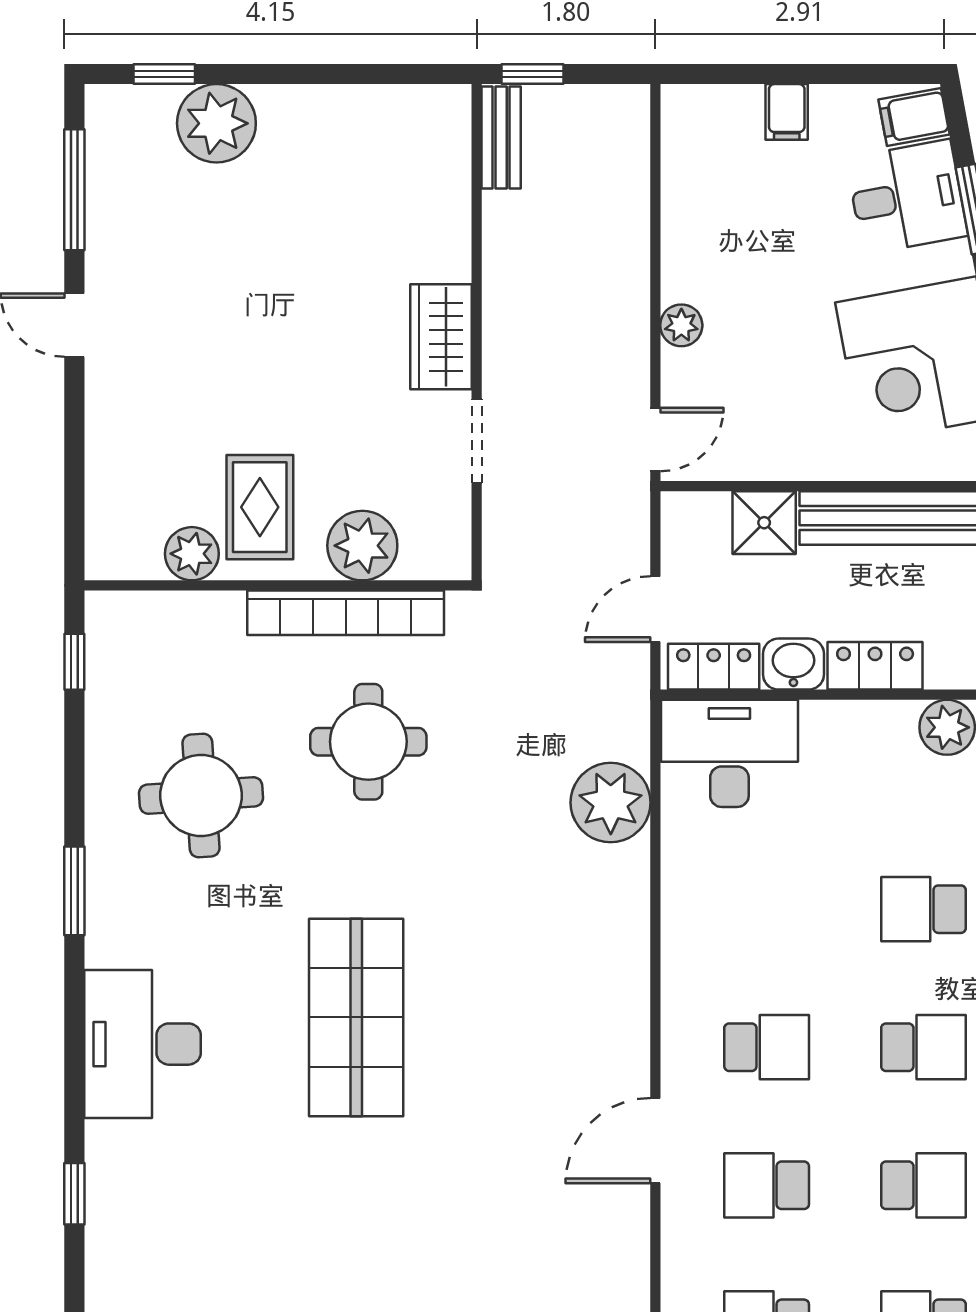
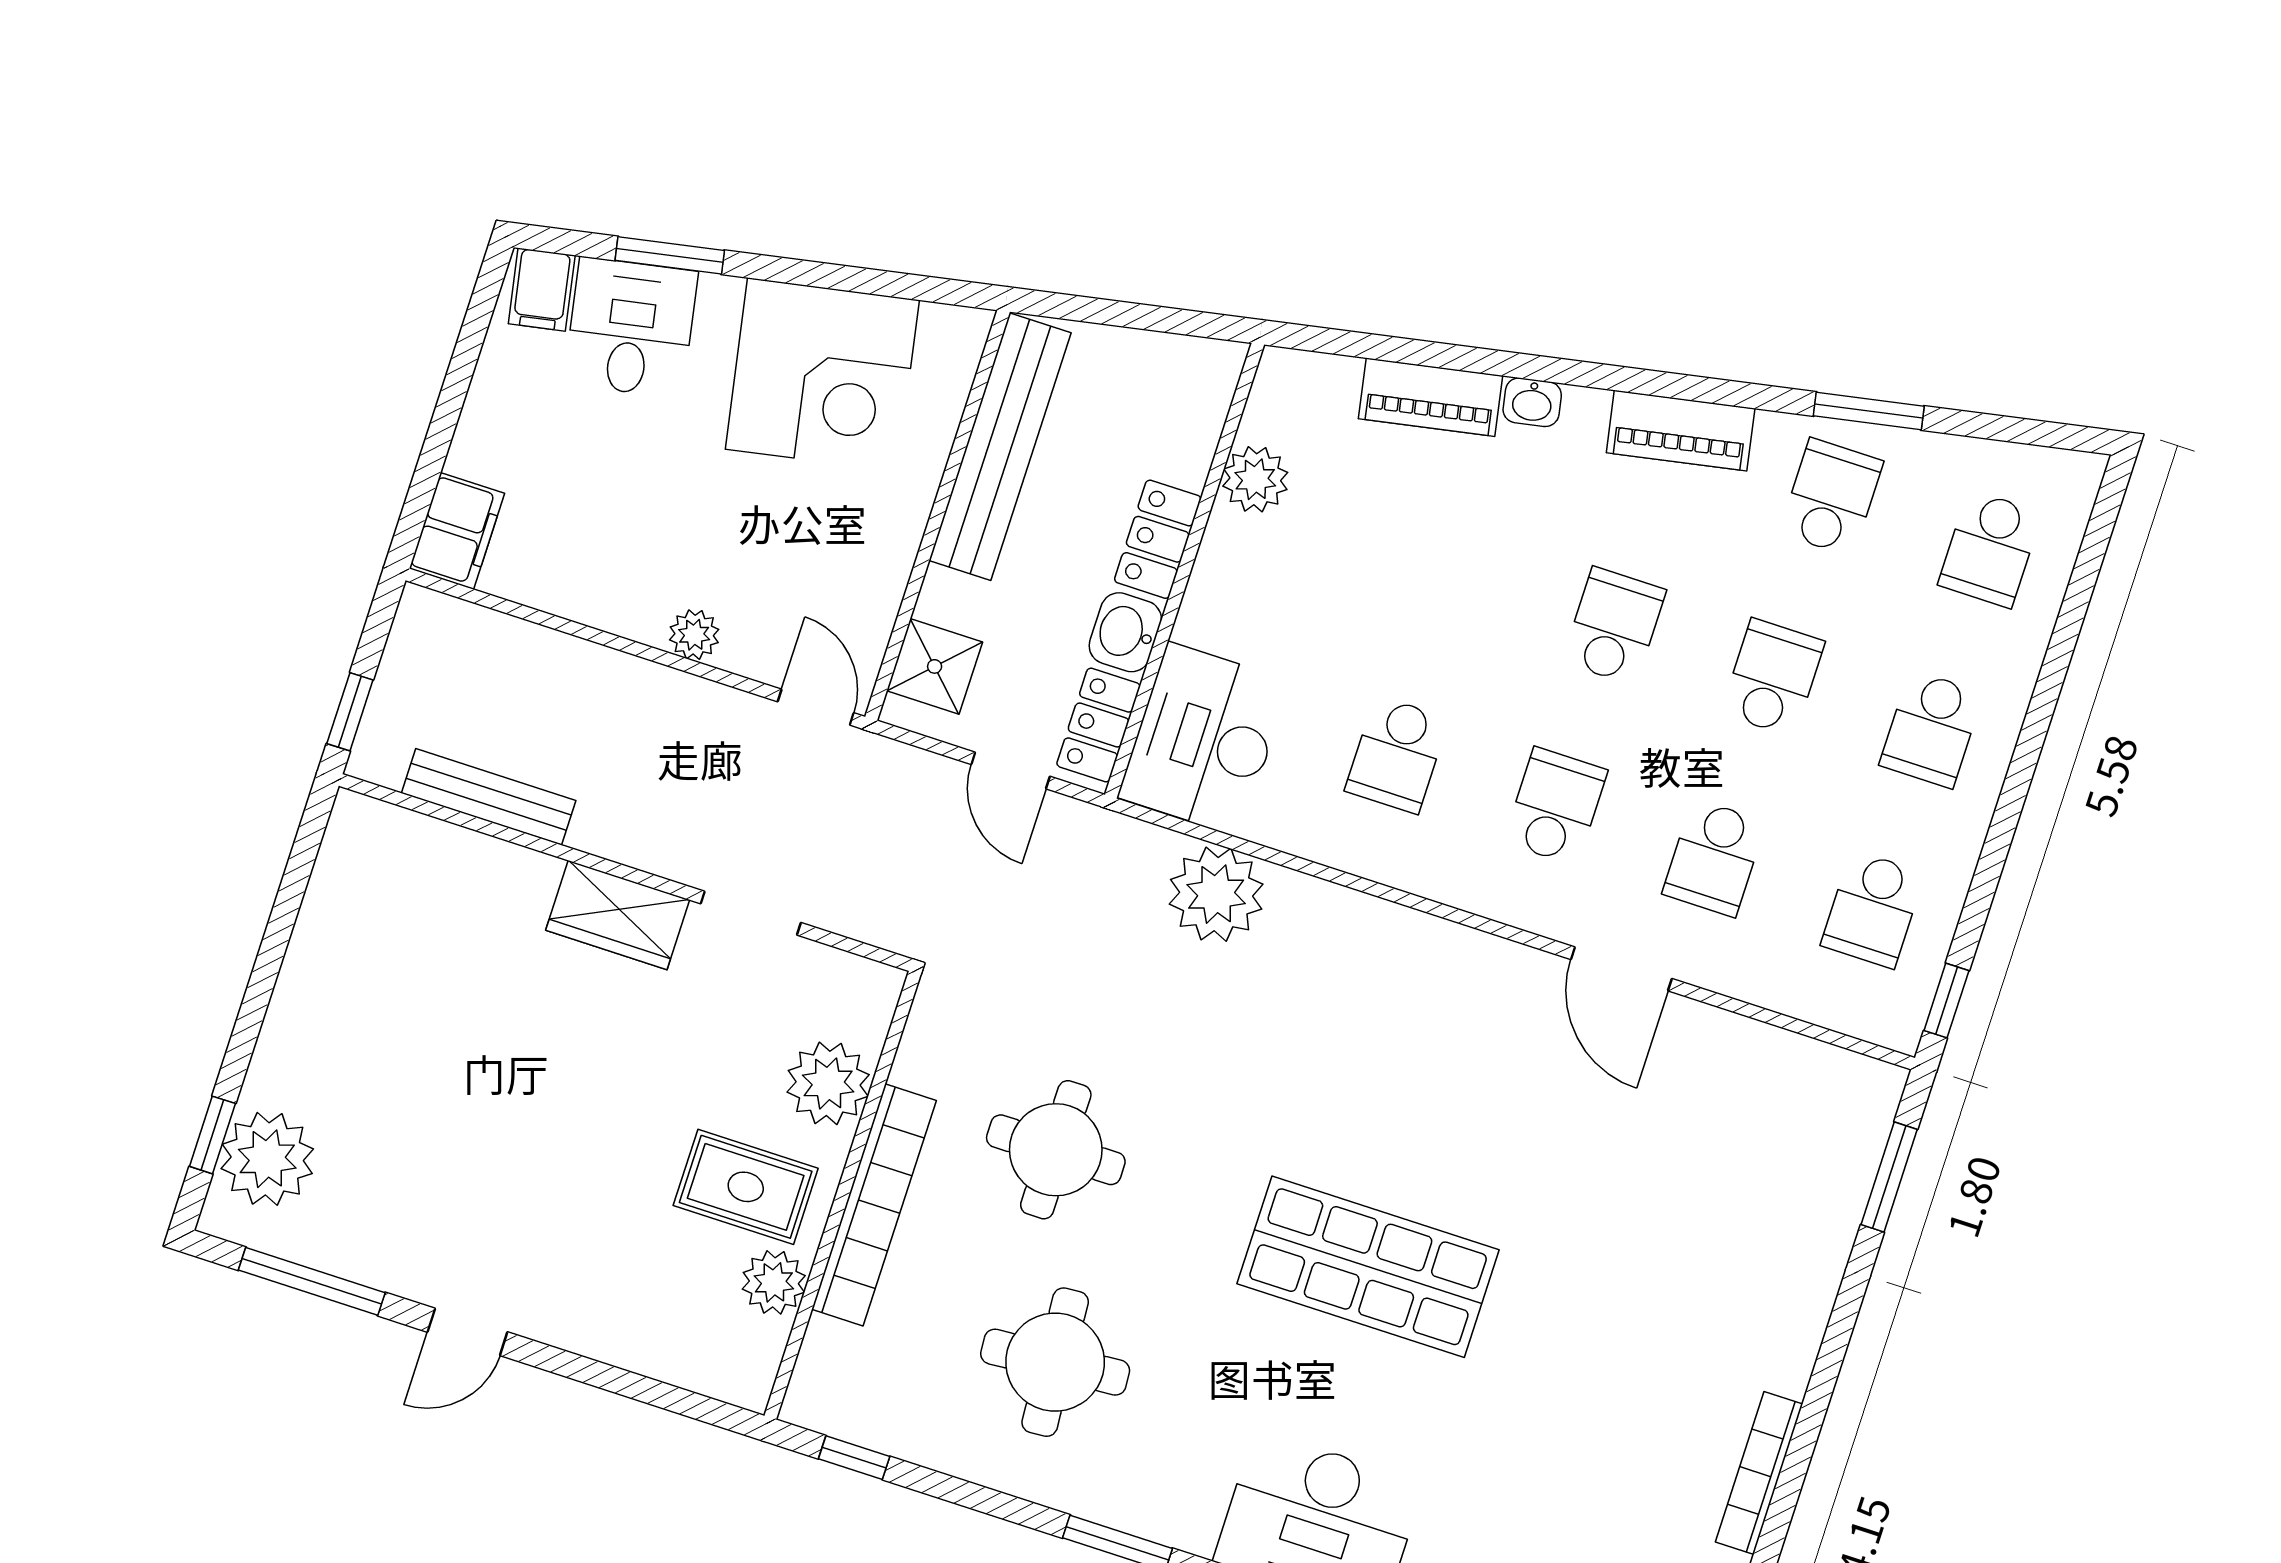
filing cabinet: (787, 112) -> (457, 531), moved, width x2.00
plant: (216, 123) -> (267, 1159), moved
bench: (501, 138) -> (489, 797), moved, width x1.36
shower: (764, 523) -> (935, 666), moved
bookcase: (346, 613) -> (874, 1205), moved
school desk: (923, 909) -> (1397, 755), moved

